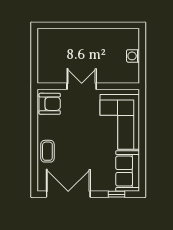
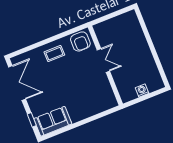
corner sofa: (120, 122) -> (88, 100), removed
coffee table: (47, 151) -> (54, 54), moved

